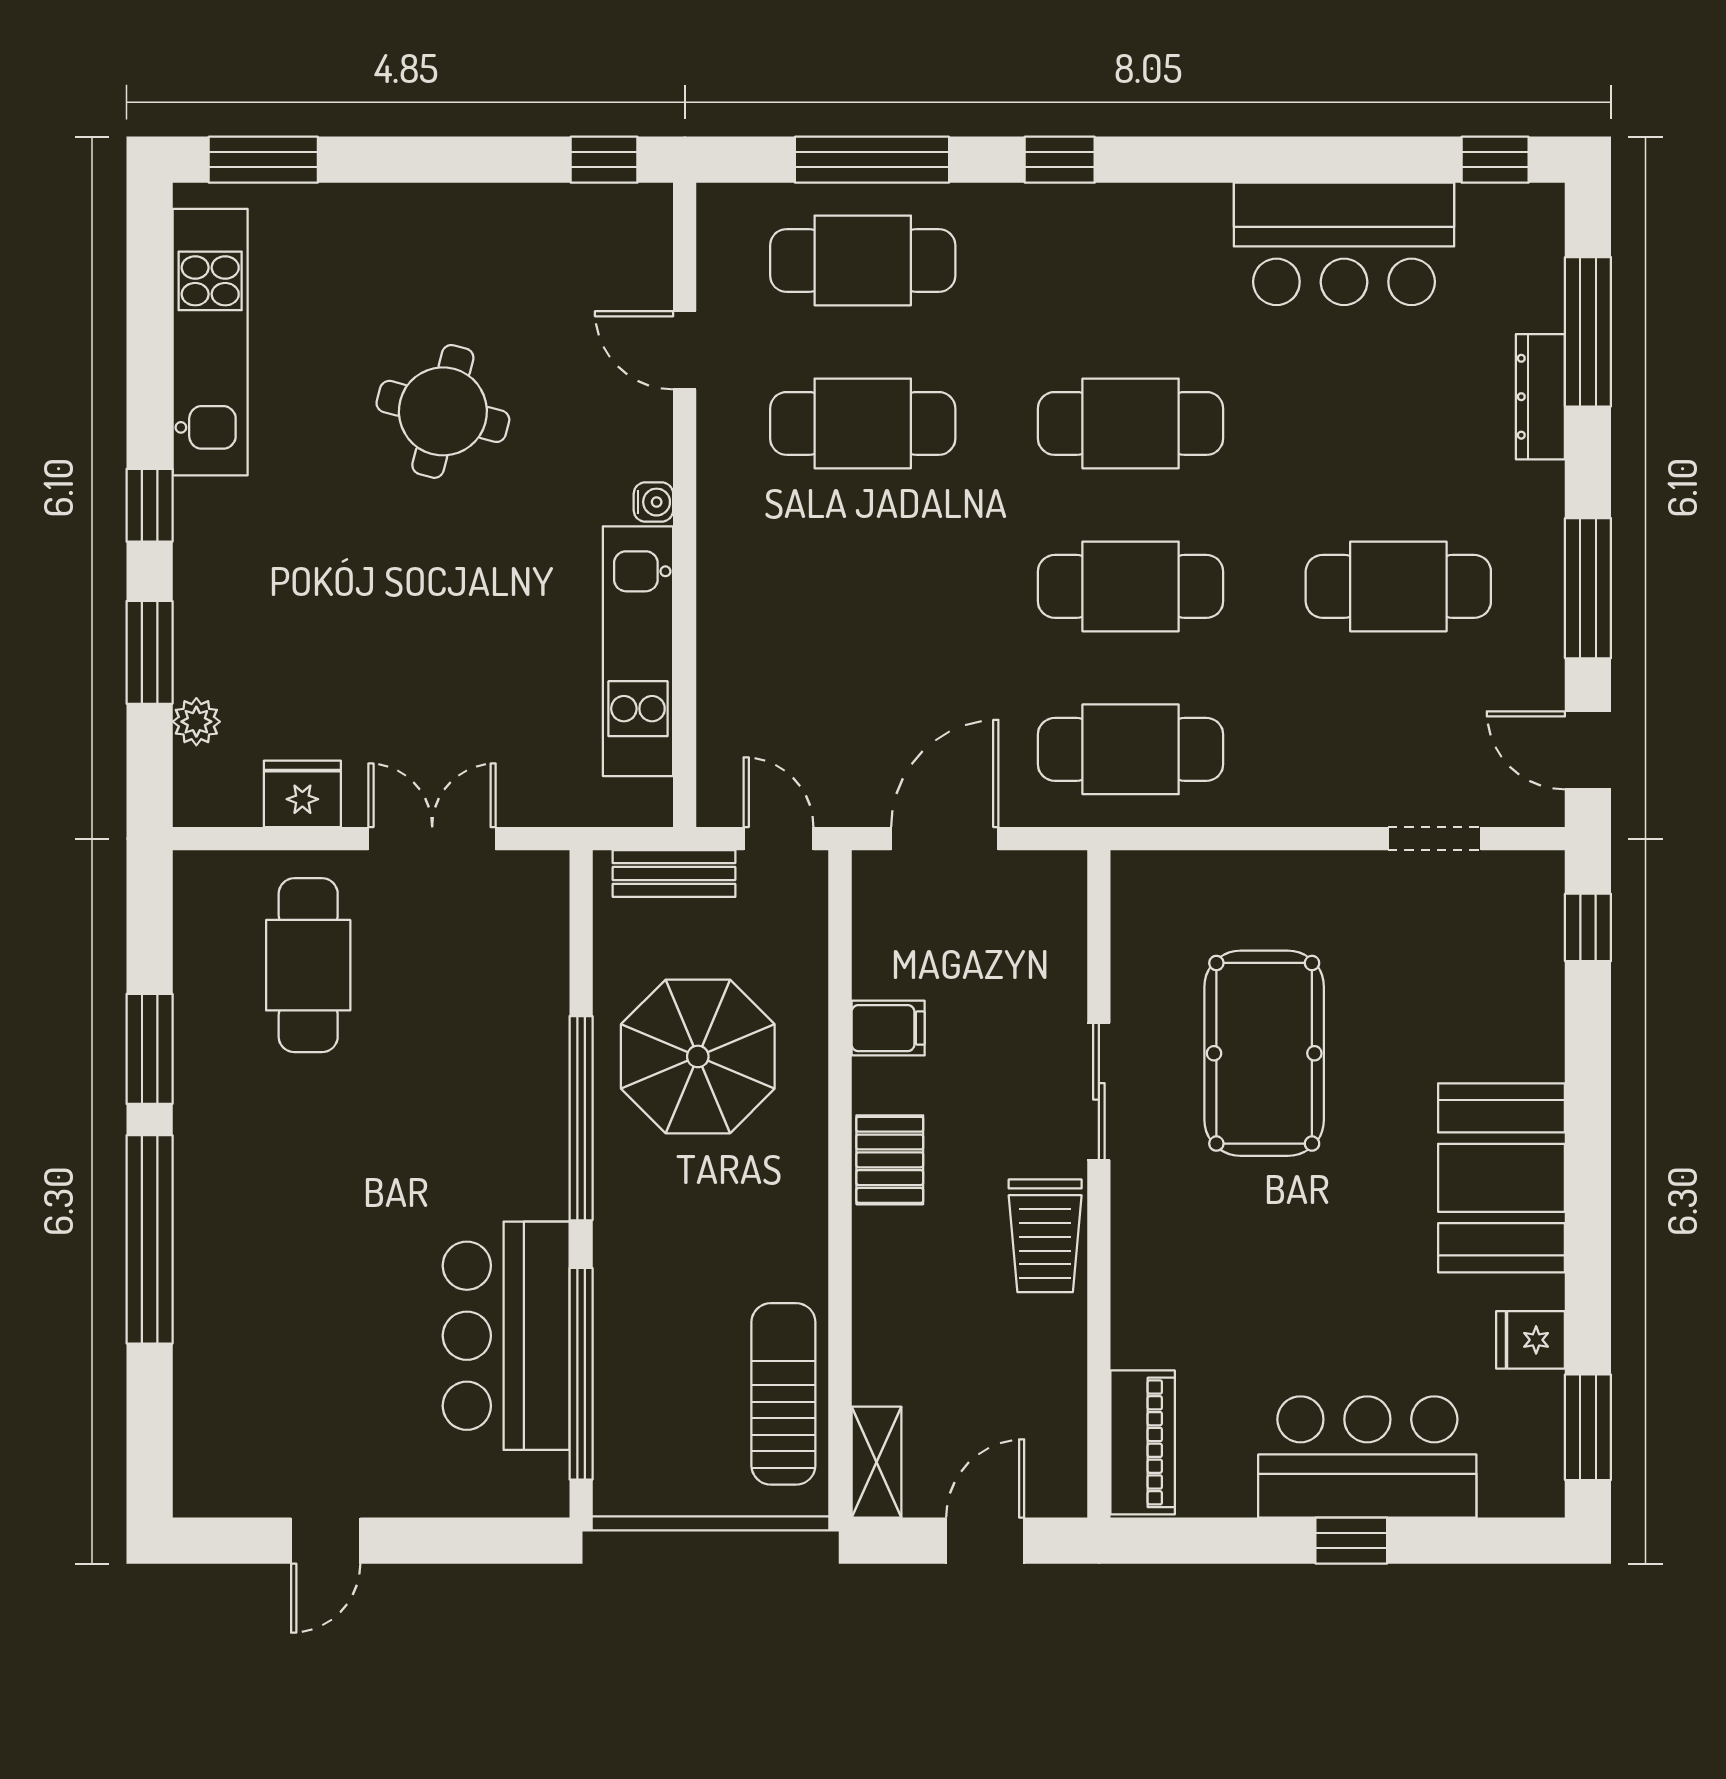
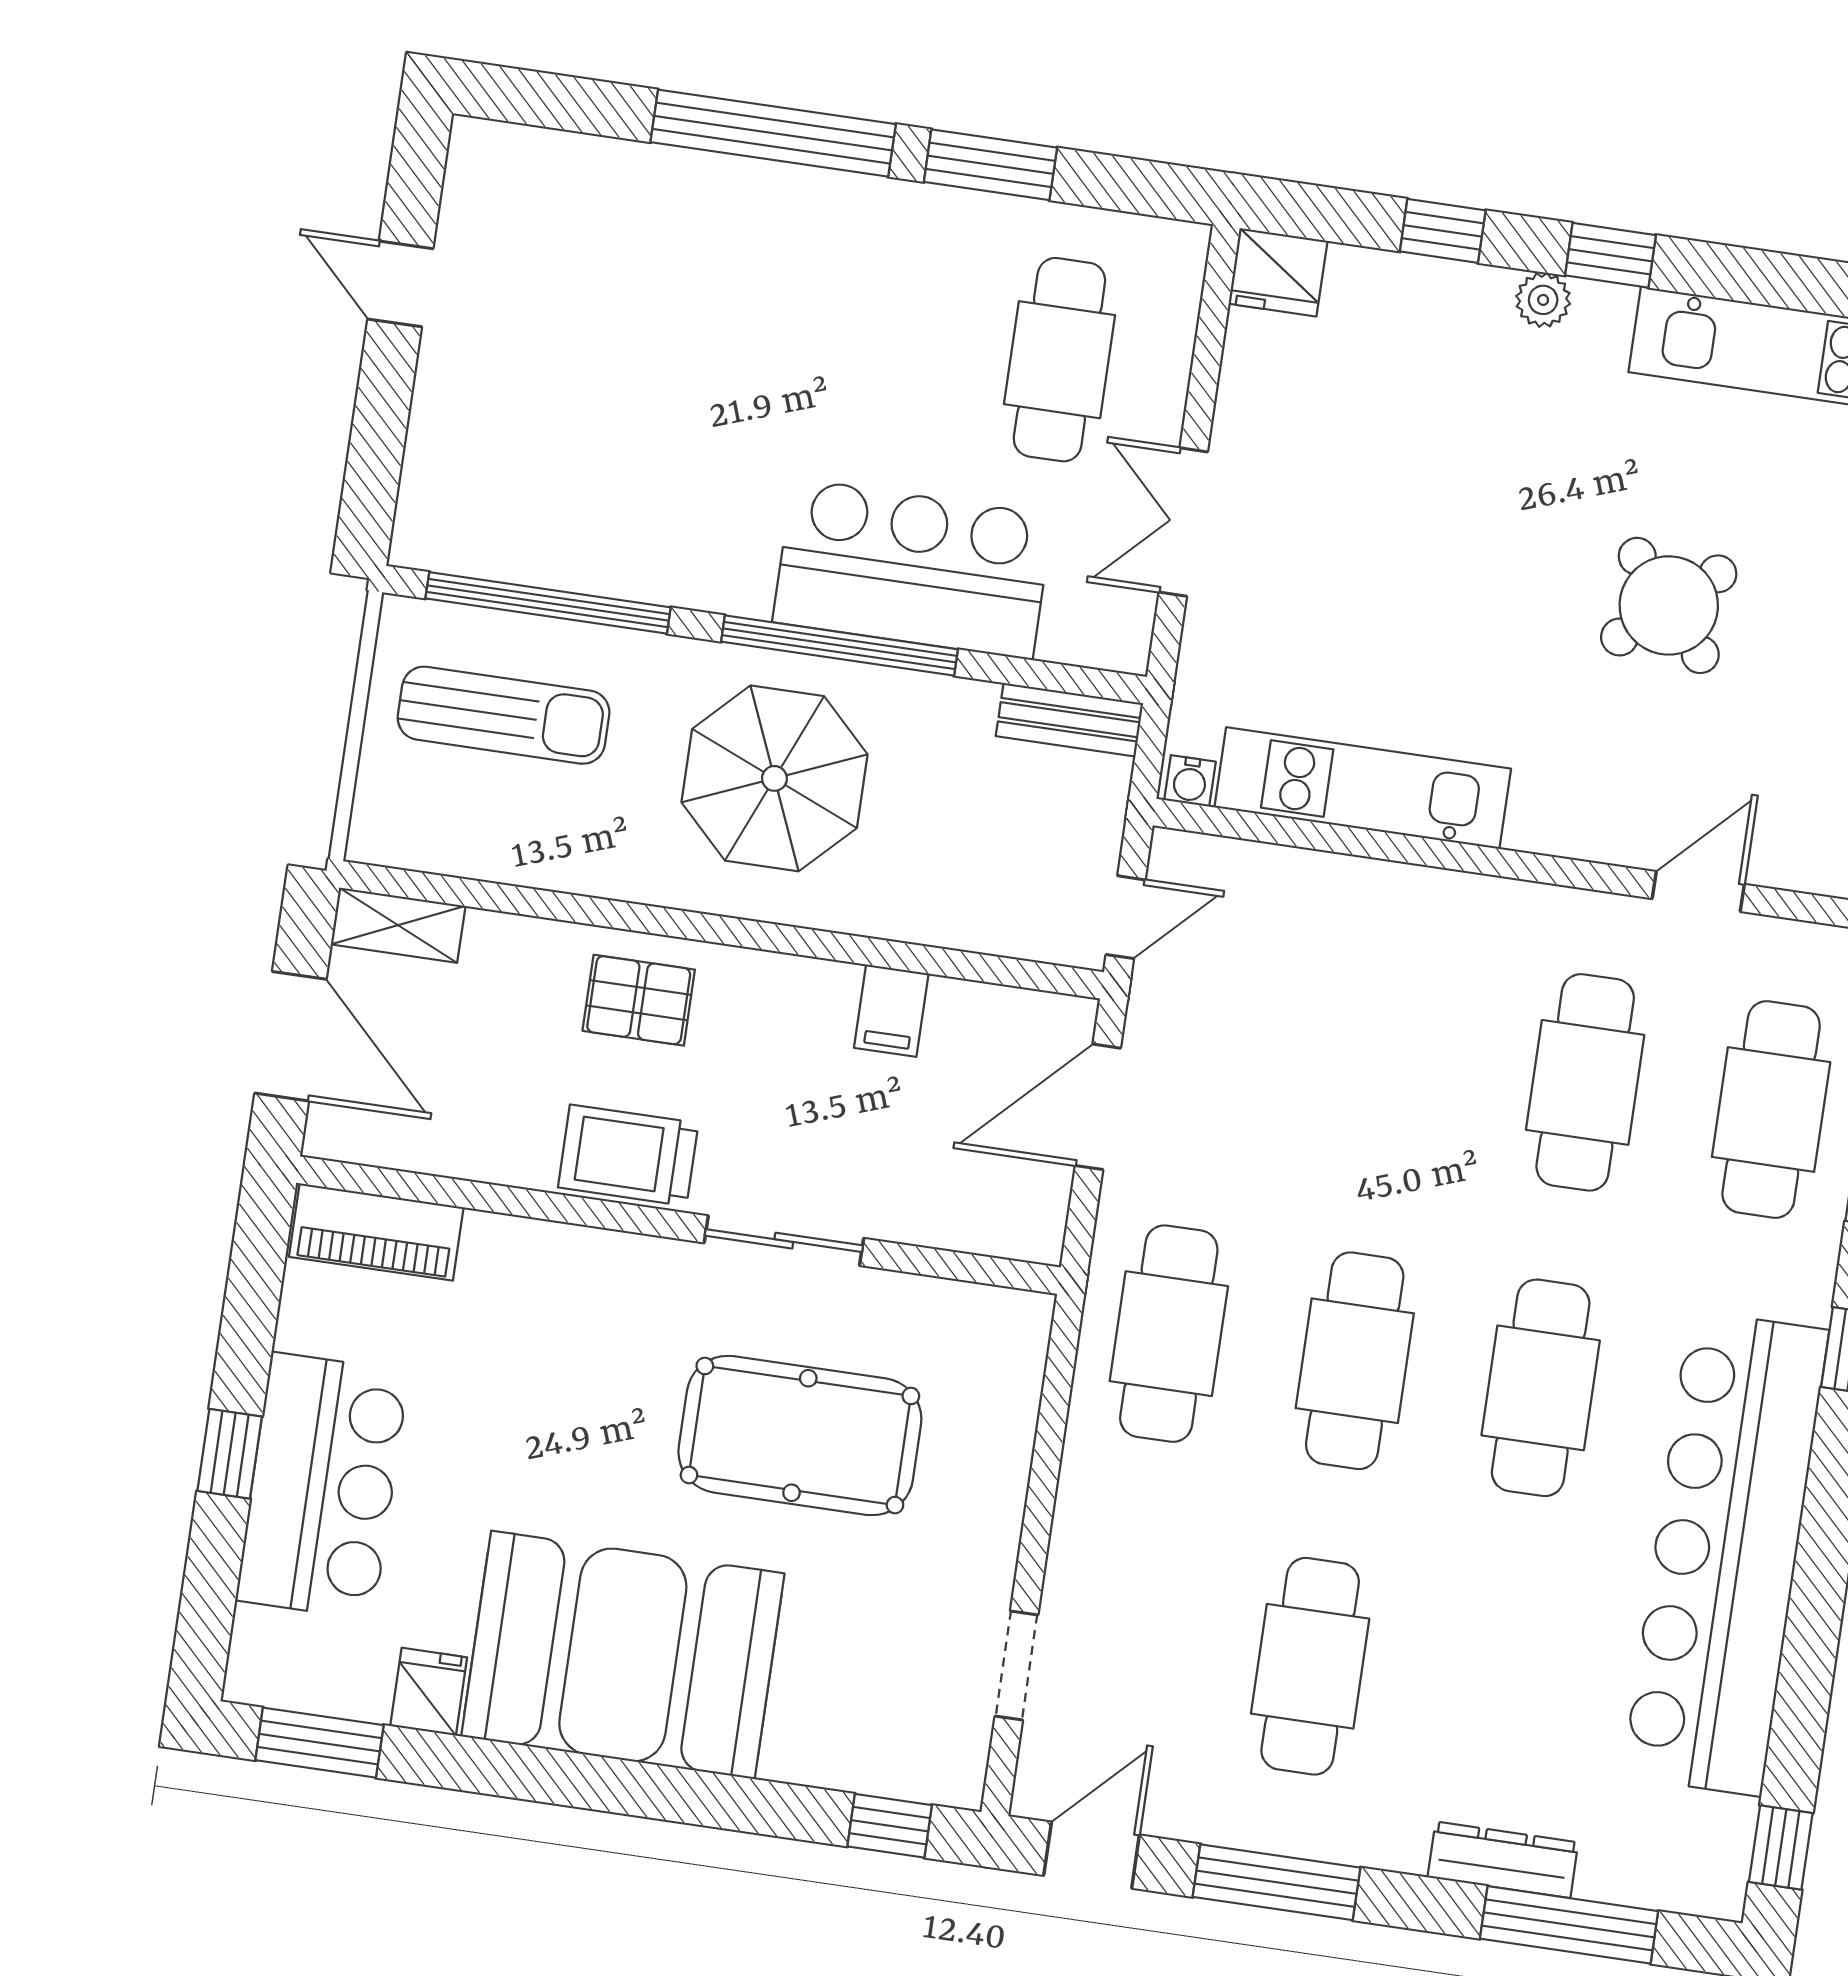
bar counter: (1344, 244) -> (1726, 1553), width x1.86
round table: (443, 411) -> (1669, 605), turned 34
water cooler: (653, 502) -> (1190, 781), moved
window: (150, 652) -> (1443, 231), width x0.67
plant: (196, 722) -> (1543, 300), moved
fridge: (302, 794) -> (1278, 272), moved, turned 90
double door: (432, 839) -> (1183, 522), swing flipped
door: (945, 839) -> (1098, 1107), swing flipped
bench: (674, 874) -> (1070, 720), moved, turned 90
cafe table: (308, 965) -> (1059, 360), turned 90
parasol: (698, 1056) -> (774, 778), moved
pallet: (890, 1160) -> (639, 1000), moved
booth: (1502, 1178) -> (623, 1655), width x1.36, depth x1.42
bar counter: (506, 1336) -> (913, 569), moved
sun lounger: (783, 1394) -> (504, 715), moved
door: (985, 1541) -> (291, 1036), width x1.38

